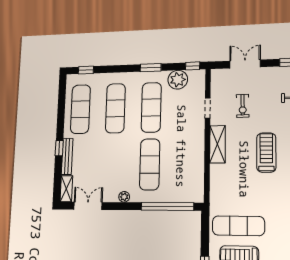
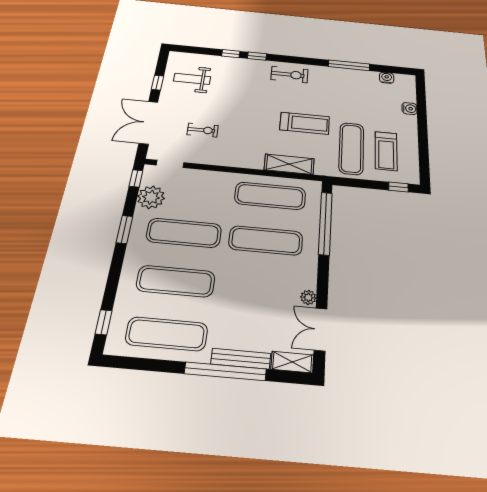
double door: (245, 64) -> (149, 122), width x1.37
doorway: (208, 108) -> (170, 164), moved
shelving: (217, 144) -> (289, 164), moved
window: (59, 148) -> (225, 371), width x3.17
treadmill: (266, 153) -> (305, 123), moved, turned 180
exercise mat: (187, 164) -> (270, 196), added
plant: (124, 197) -> (308, 297), moved

